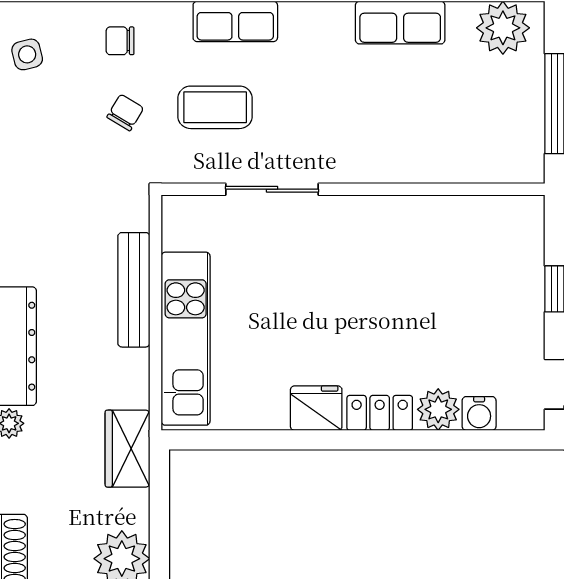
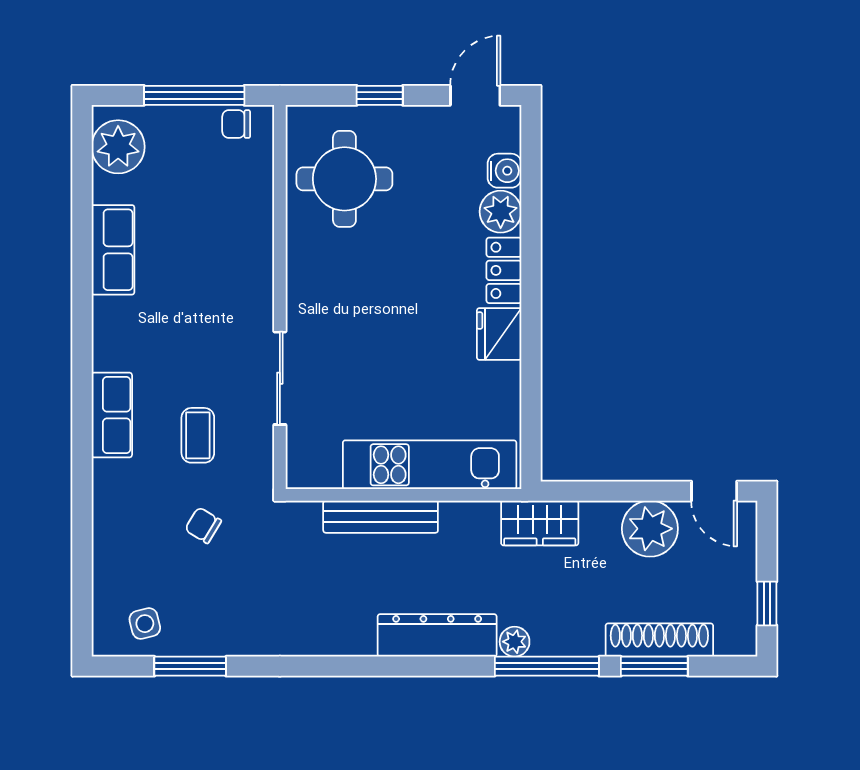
chair: (120, 41) -> (236, 124), moved, turned 90
coffee table: (215, 107) -> (198, 435), width x0.73, depth x0.77
round table: (471, 254) -> (344, 179), added

